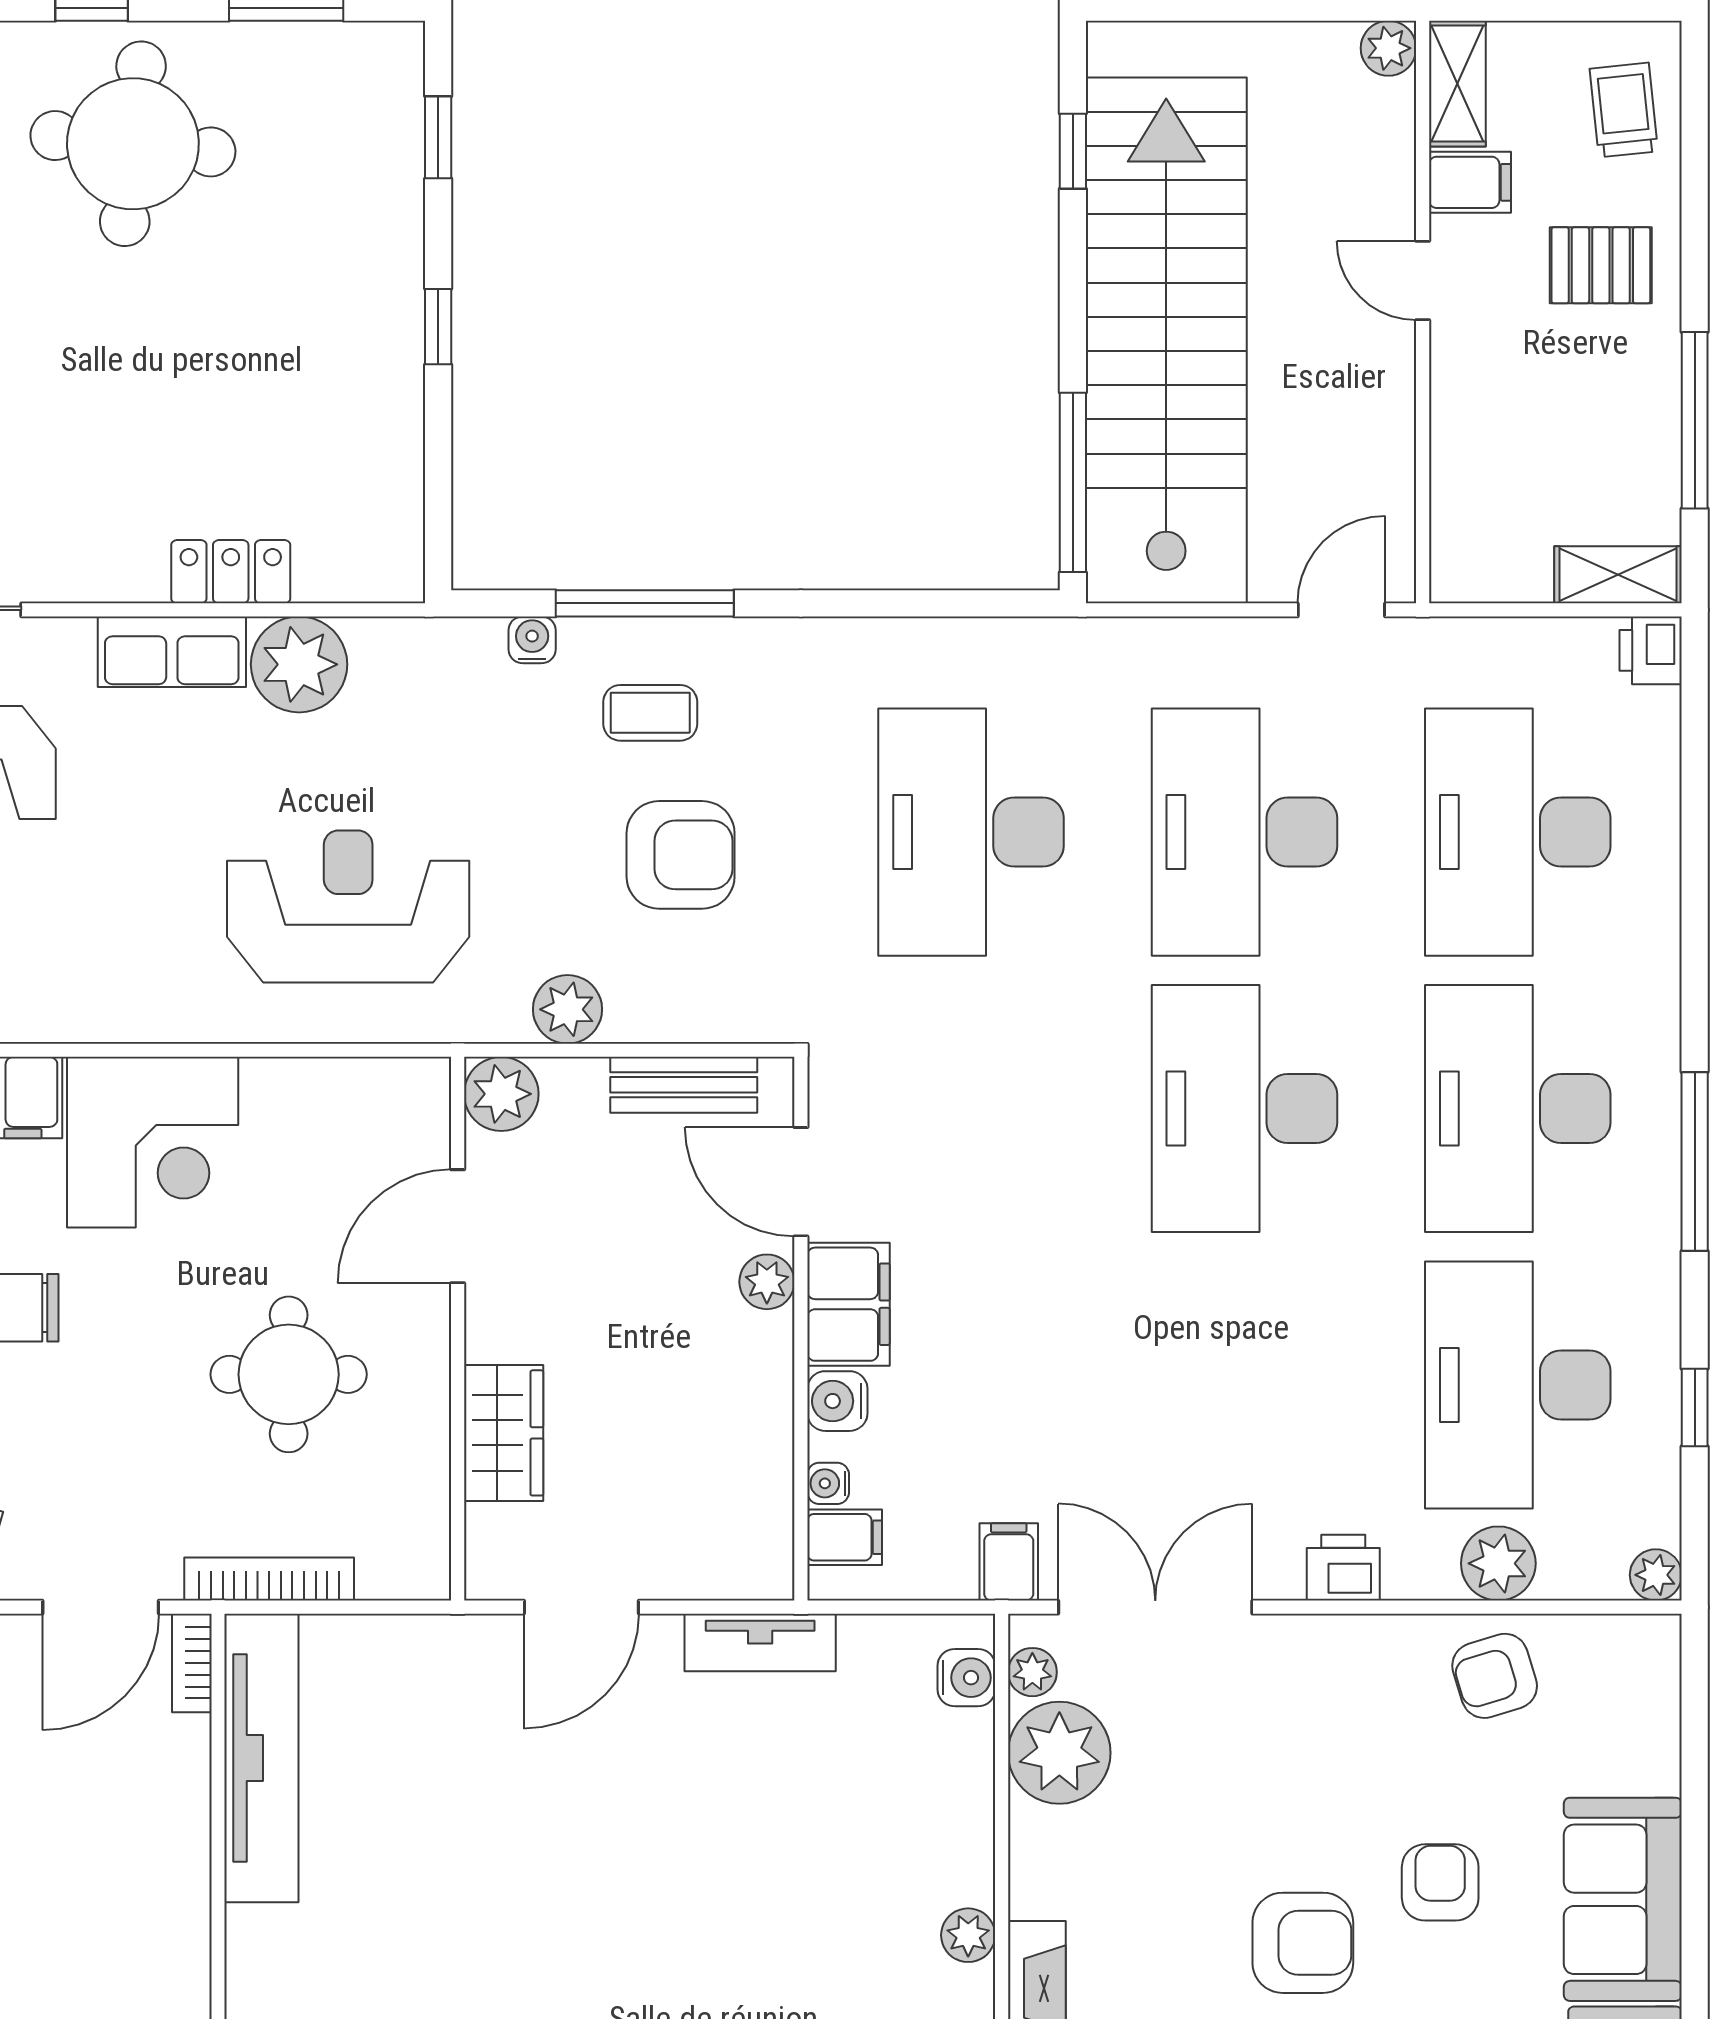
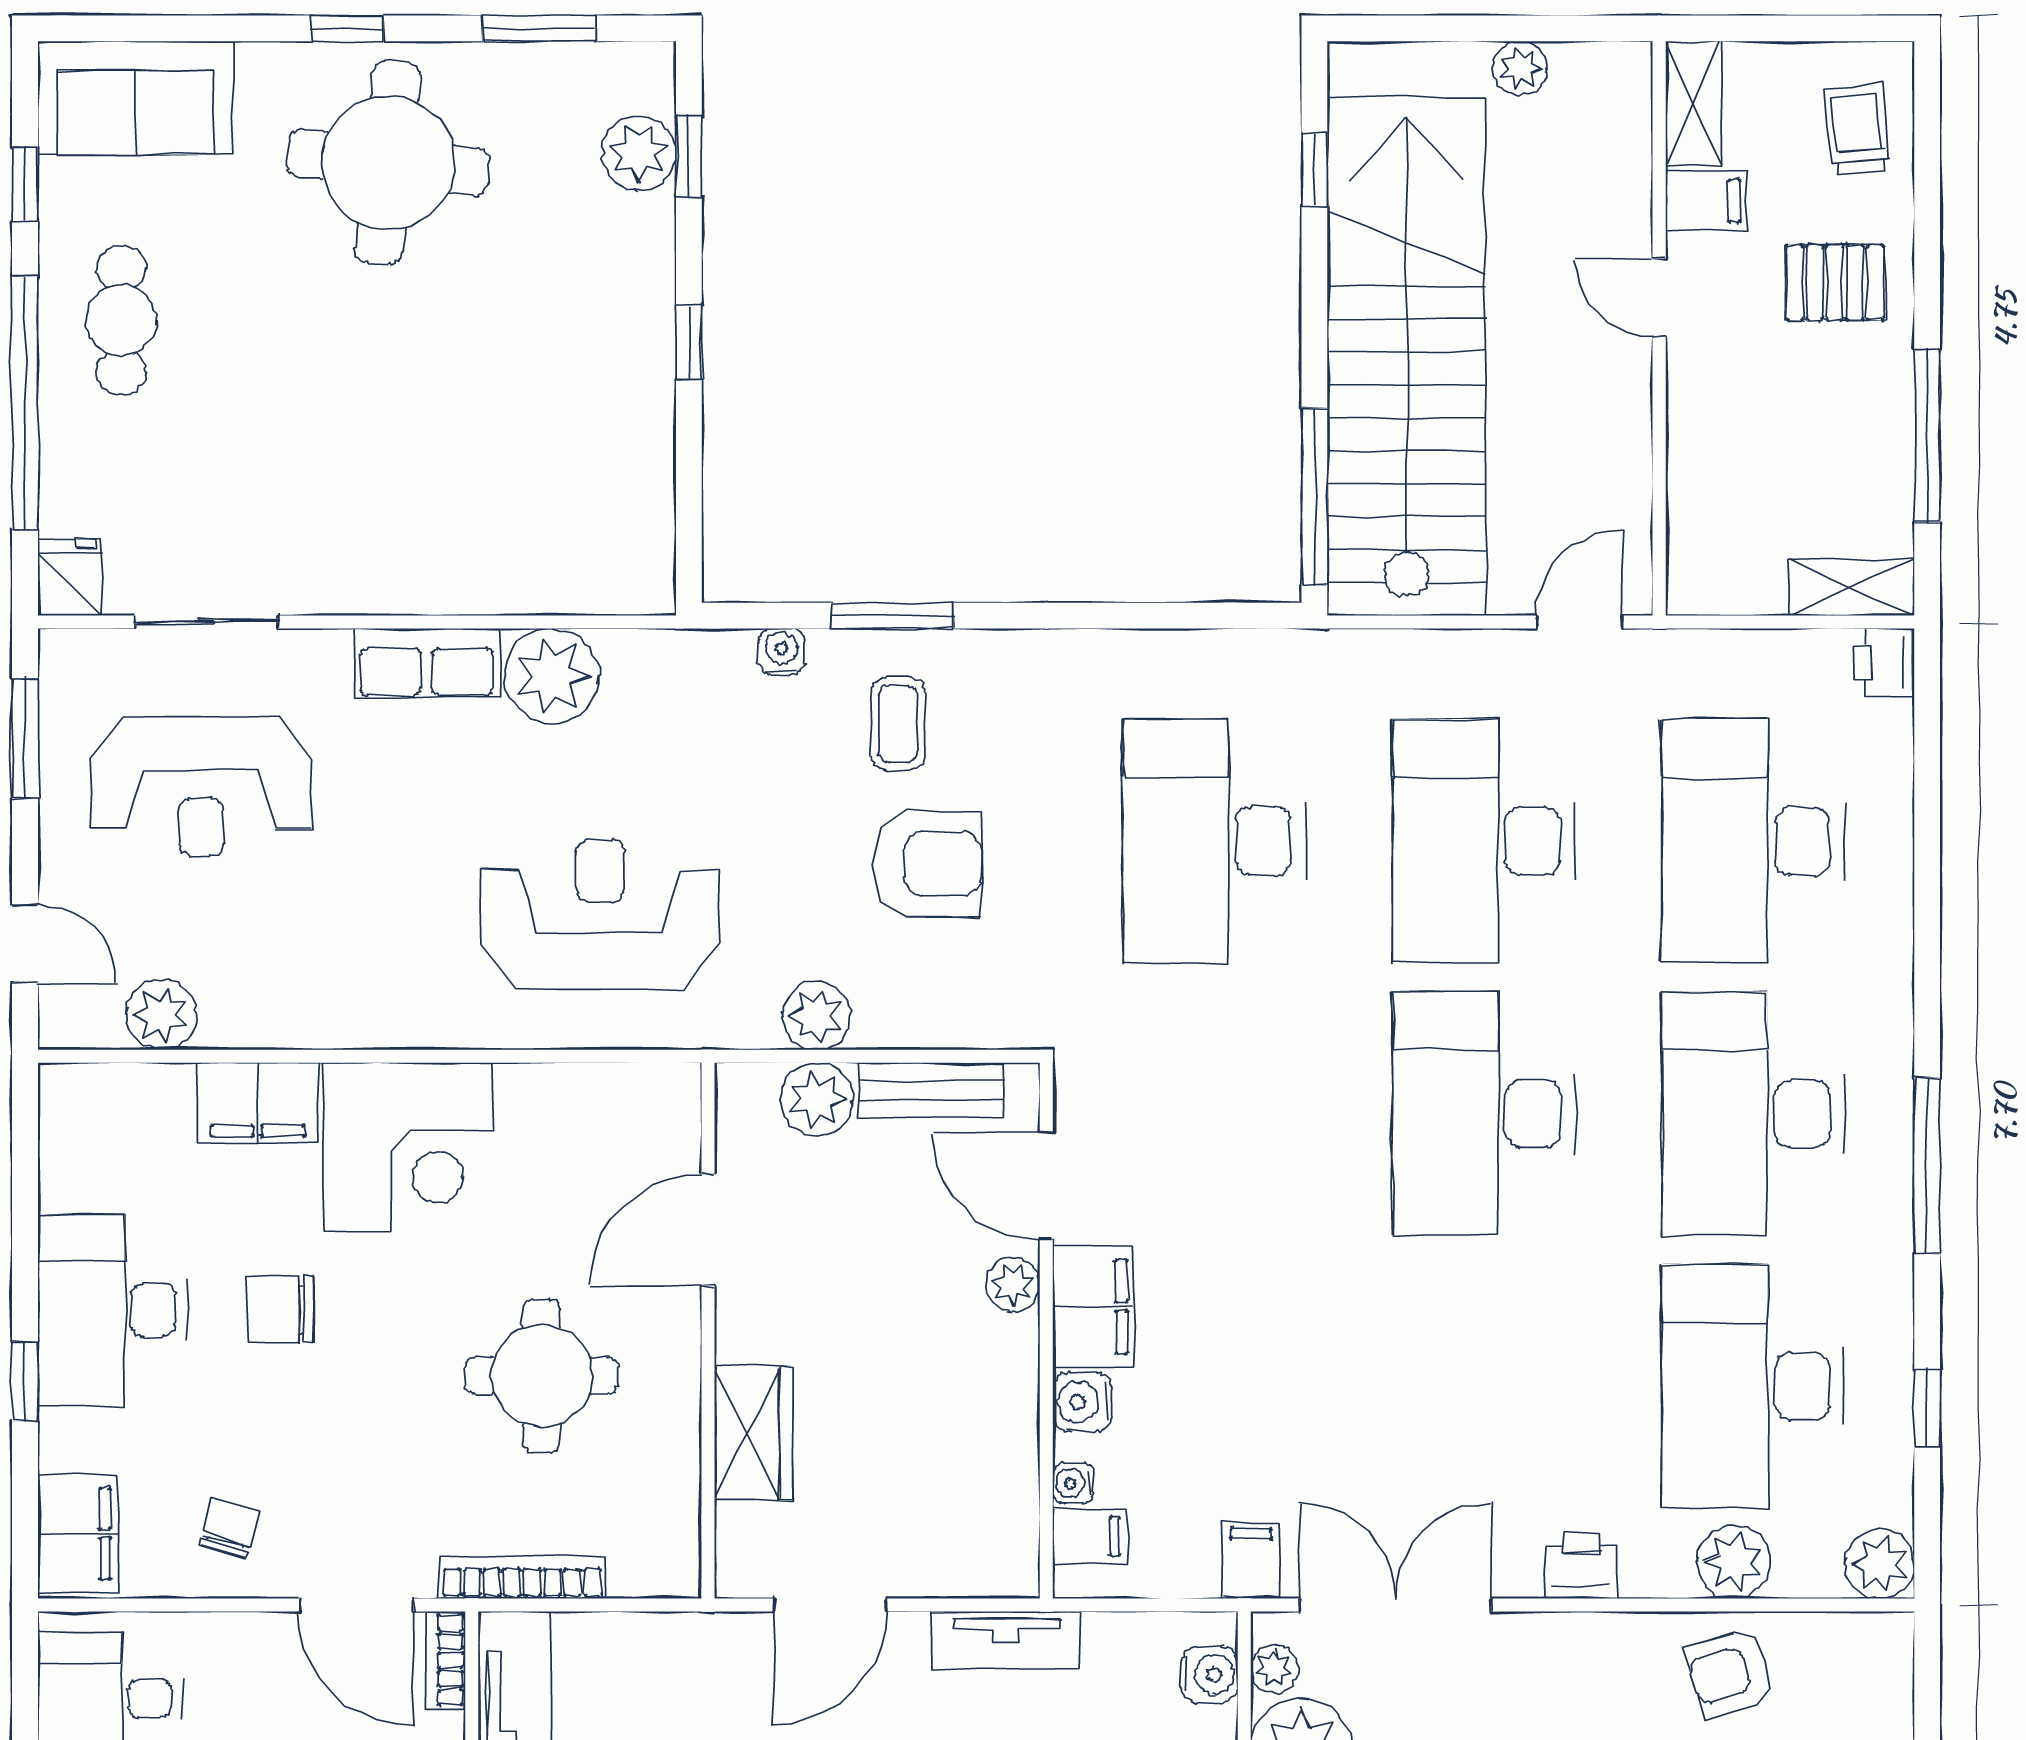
plant: (1388, 48) -> (1520, 68), moved
plant: (388, 134) -> (639, 153), added
locker: (231, 572) -> (484, 584), removed
window: (645, 603) -> (893, 616), width x0.69
coffee table: (650, 713) -> (898, 724), turned 90
plant: (501, 1094) -> (817, 1099), moved
plant: (1656, 1575) -> (1879, 1564), width x1.38, depth x1.38
door: (101, 1607) -> (356, 1605), hinge flipped

